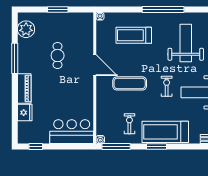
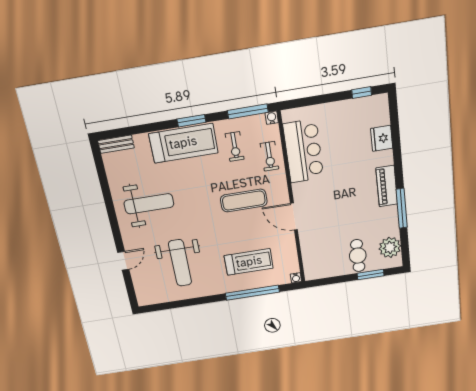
window: (58, 10) -> (371, 275), moved
window: (163, 10) -> (252, 293), moved
cafe table: (58, 56) -> (358, 256), moved
exercise bike: (167, 86) -> (269, 156), moved
piano: (24, 88) -> (387, 186), moved
bar counter: (72, 132) -> (303, 151), moved, turned -90

